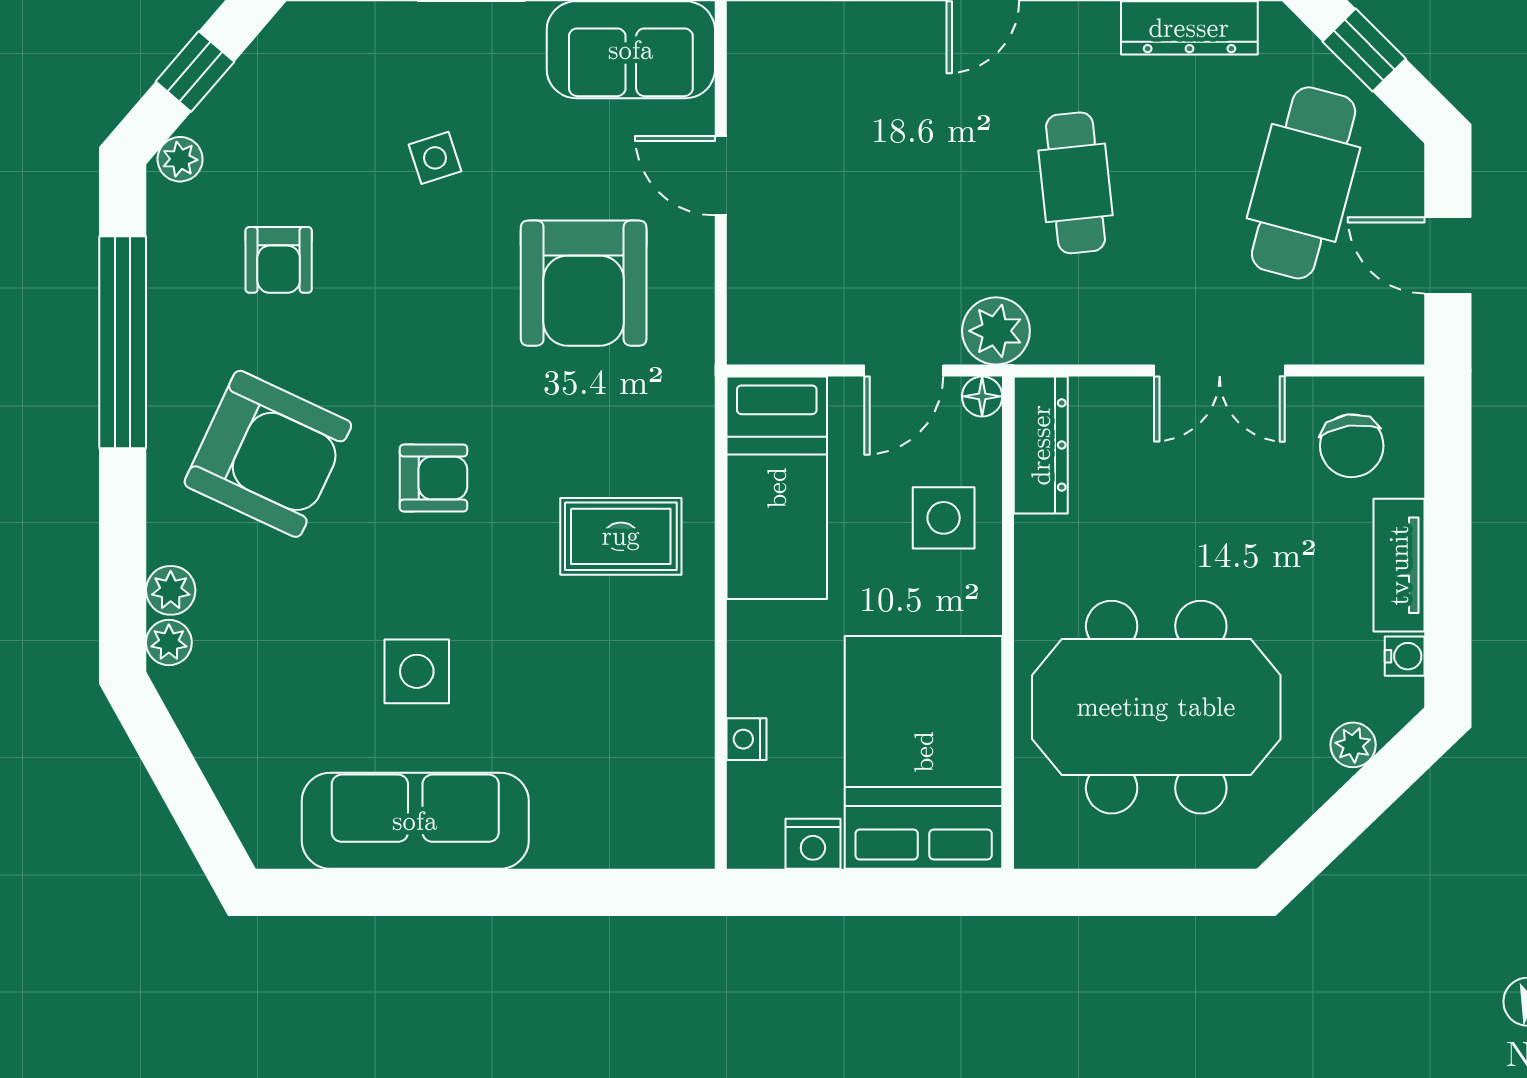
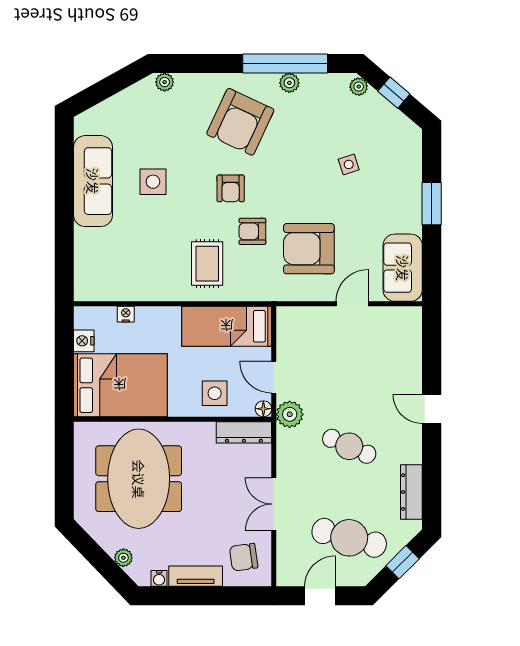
side table: (435, 158) -> (349, 164), moved
cafe table: (1075, 183) -> (349, 446), turned 30
armchair: (279, 260) -> (252, 231), moved
plant: (171, 590) -> (289, 83), moved

